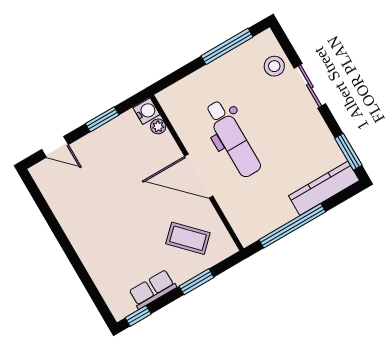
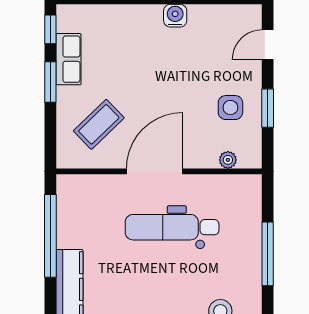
window: (227, 46) -> (268, 254), moved
water cooler: (147, 111) -> (175, 16), moved, turned 180
side table: (118, 147) -> (230, 108), added
window: (196, 282) -> (50, 82), moved

